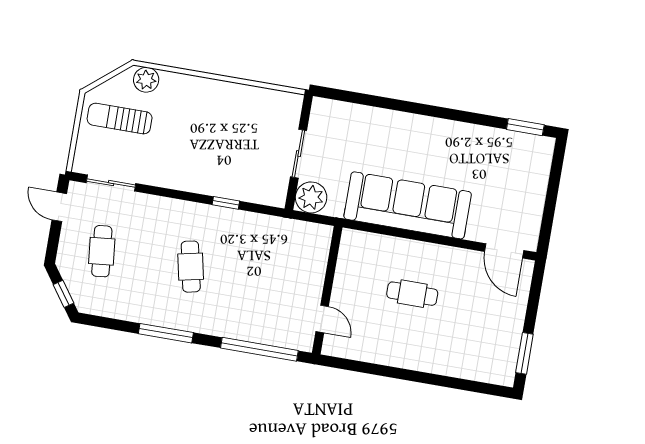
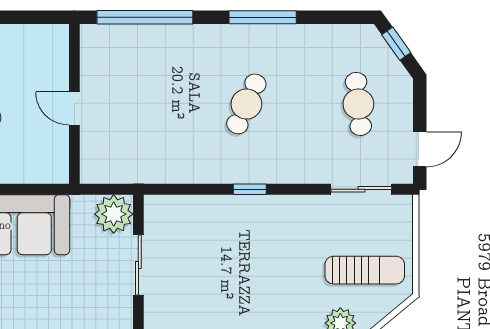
window: (226, 203) -> (250, 189), moved
door: (59, 207) -> (420, 149), hinge flipped
cafe table: (191, 267) -> (246, 104), turned 36
door: (322, 319) -> (74, 108), moved

